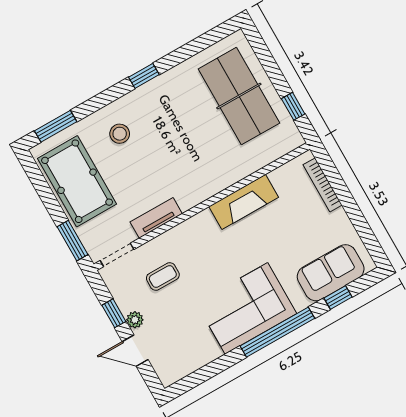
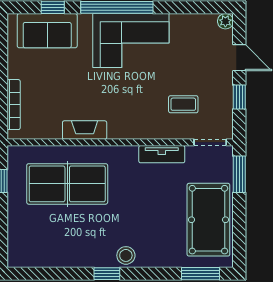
table tennis table: (239, 96) -> (67, 184), moved, turned 90
stool: (120, 134) -> (126, 255), moved
fireplace: (244, 202) -> (85, 130), width x0.73, depth x0.76
plant: (135, 320) -> (225, 21), moved

